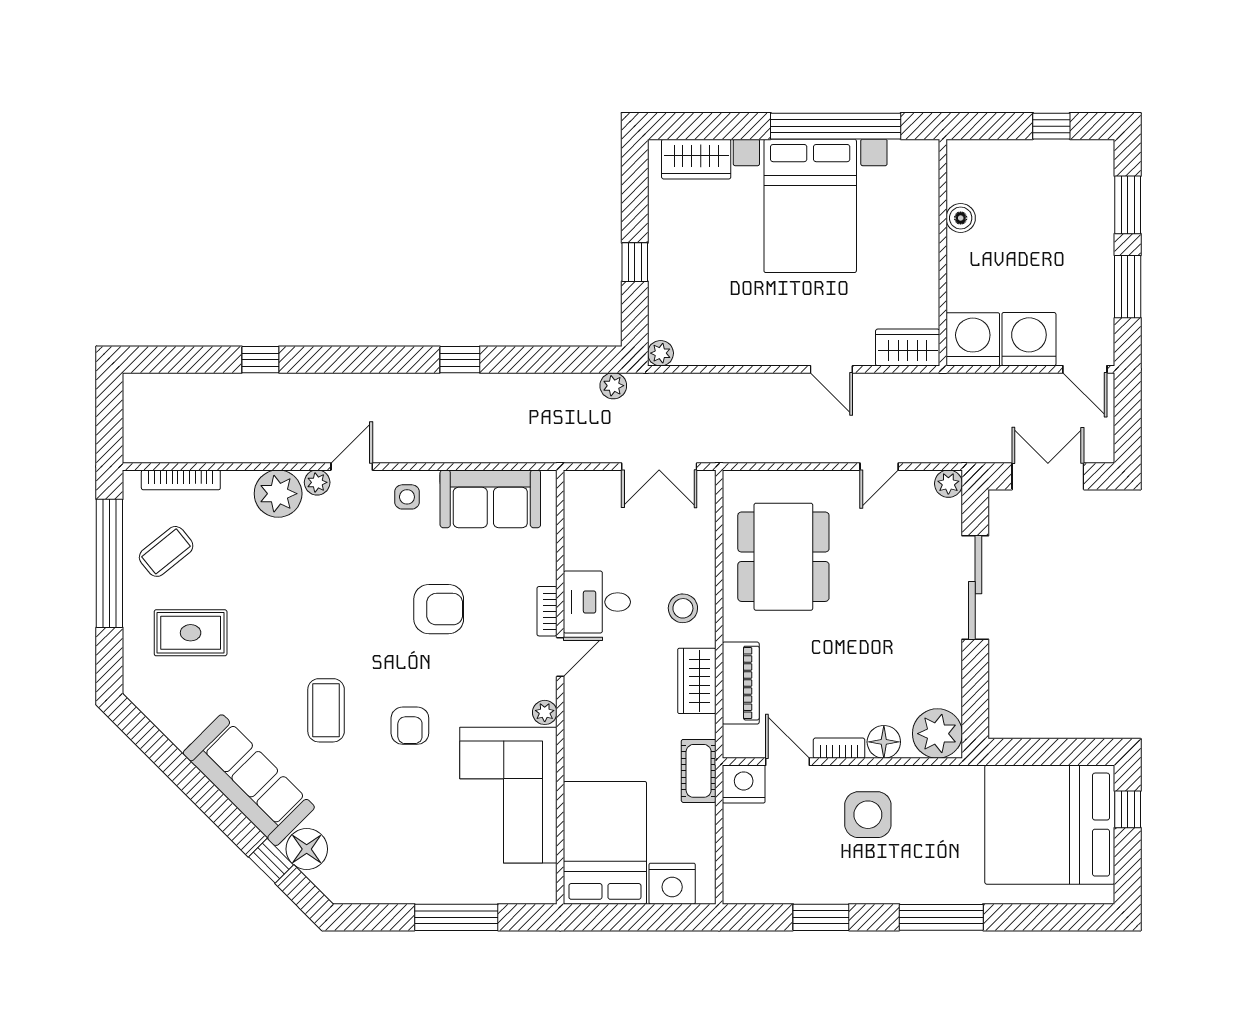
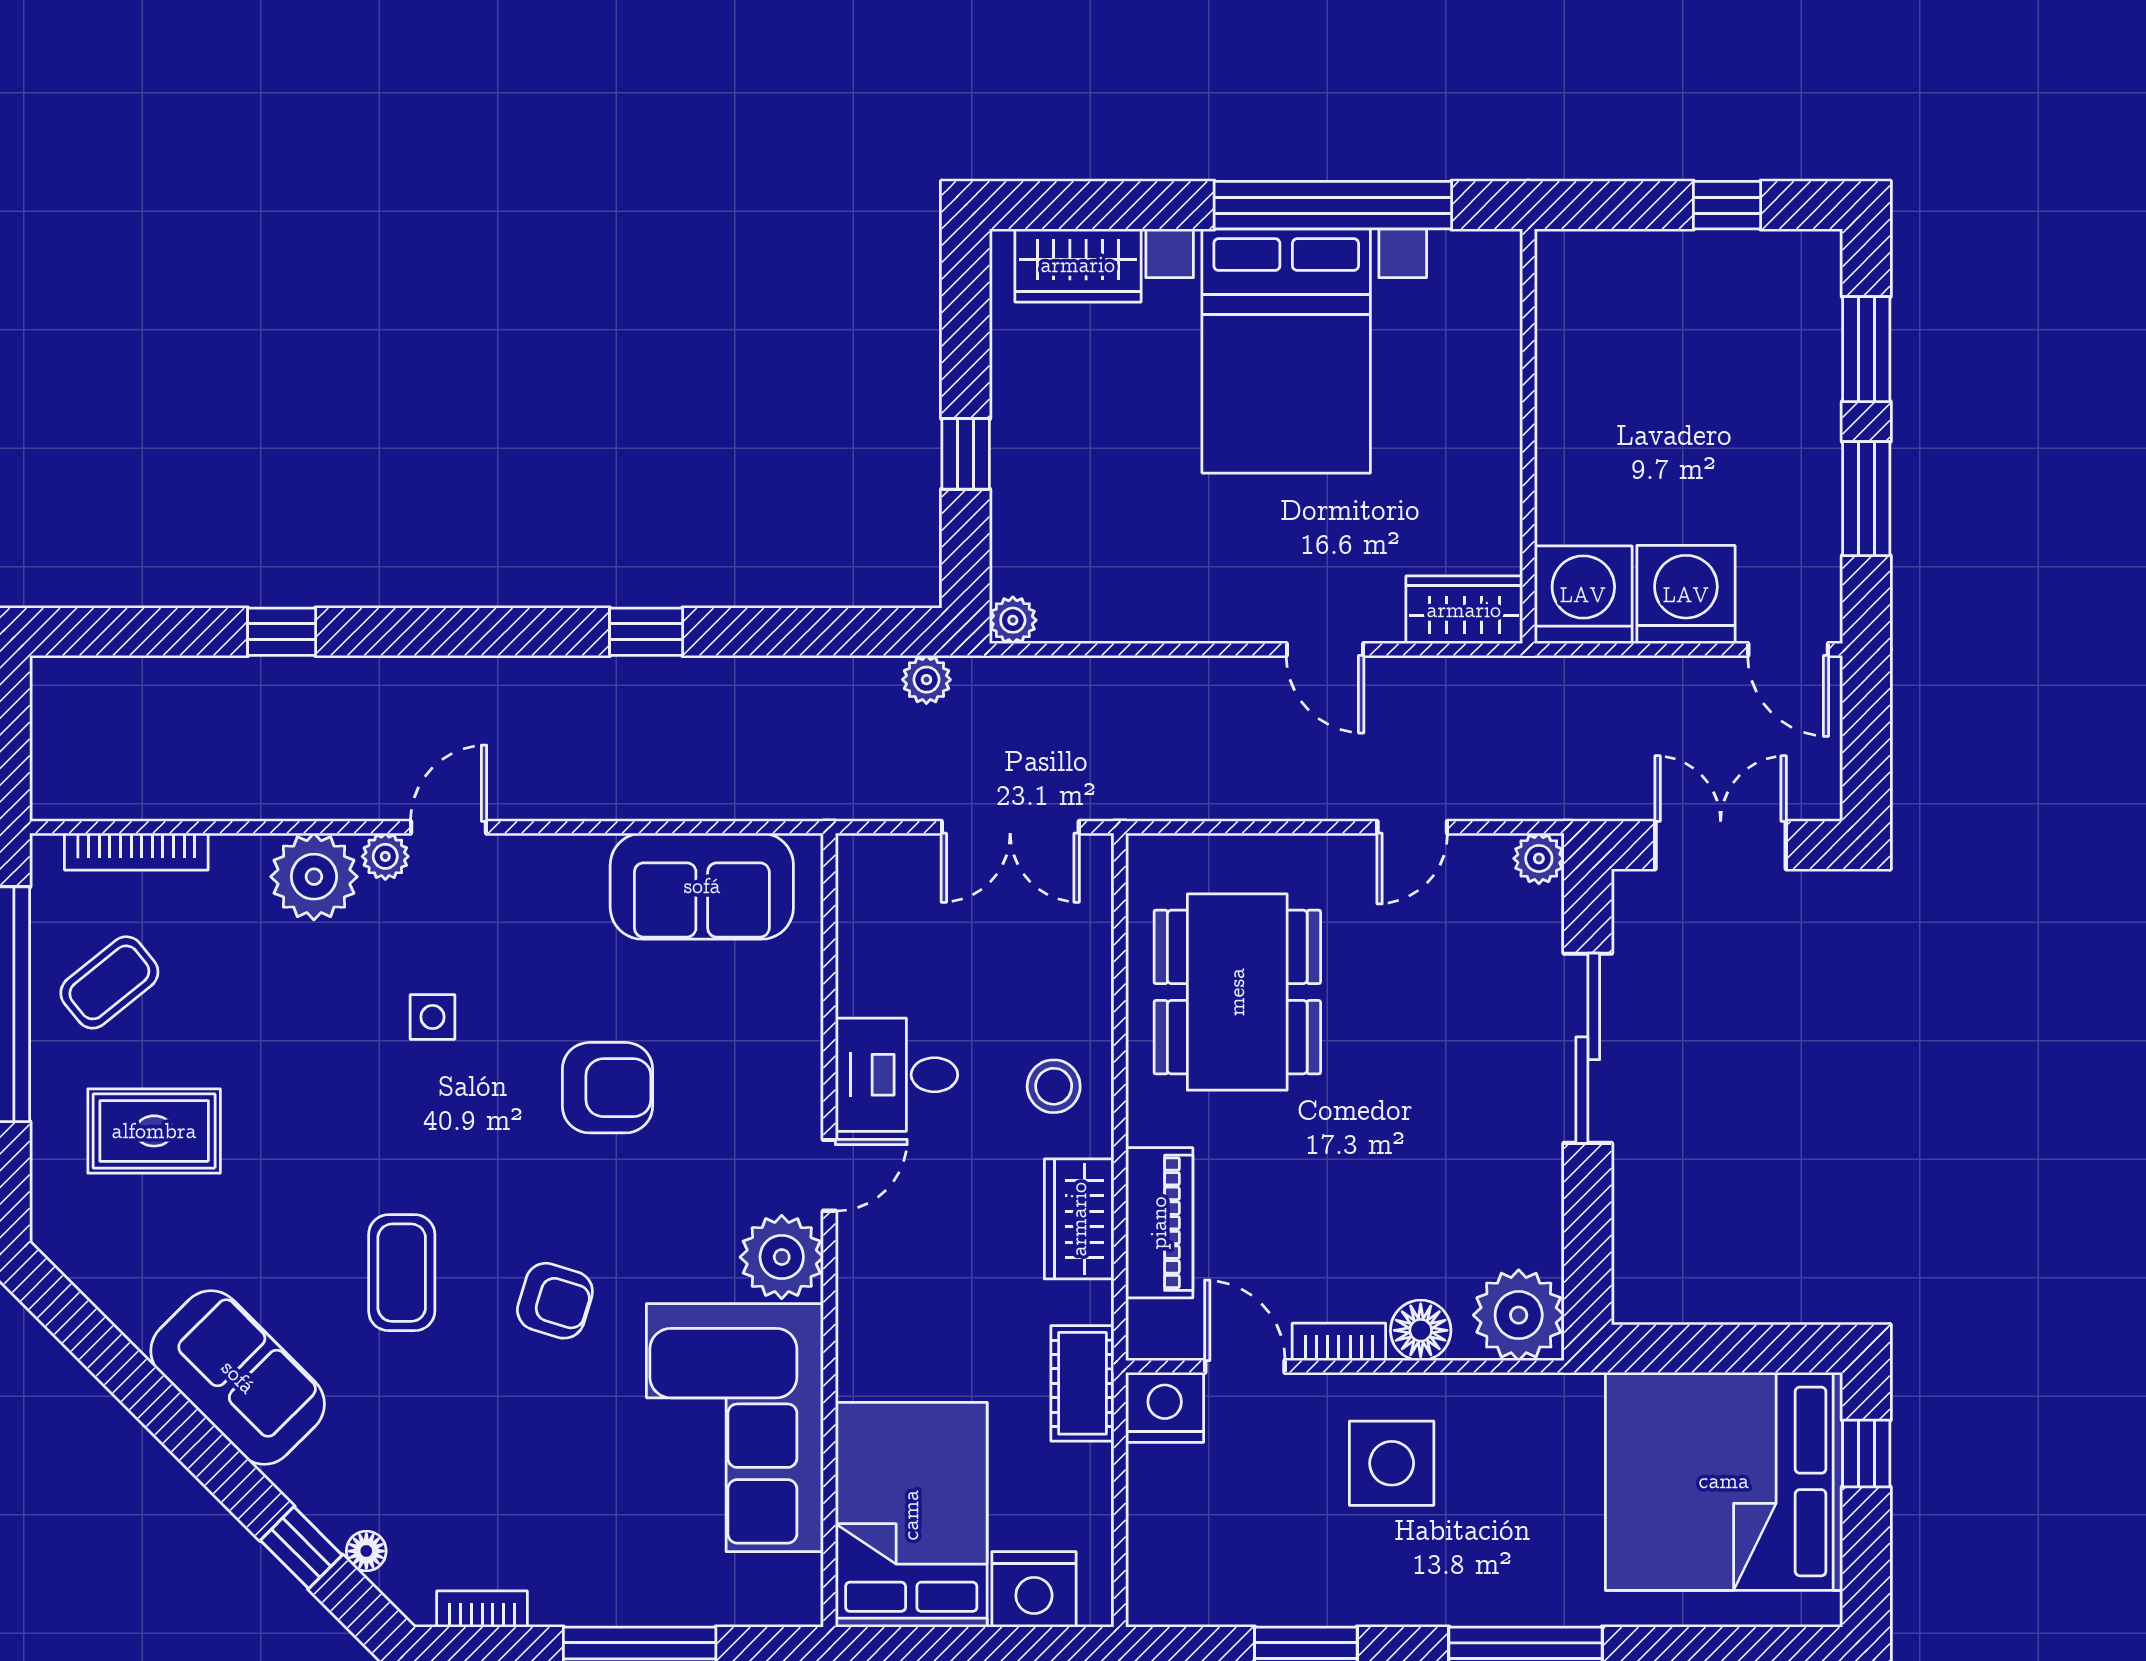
boiler: (961, 218) -> (1561, 373), removed
side table: (407, 497) -> (433, 1017), moved
bookcase: (547, 611) -> (482, 1609), moved, turned 90
plant: (545, 712) -> (782, 1257), width x1.87, depth x1.87
armchair: (410, 726) -> (555, 1301), turned -73
sofa: (249, 780) -> (238, 1377), width x0.73
floor lamp: (307, 849) -> (366, 1551), width x0.53, depth x0.53

